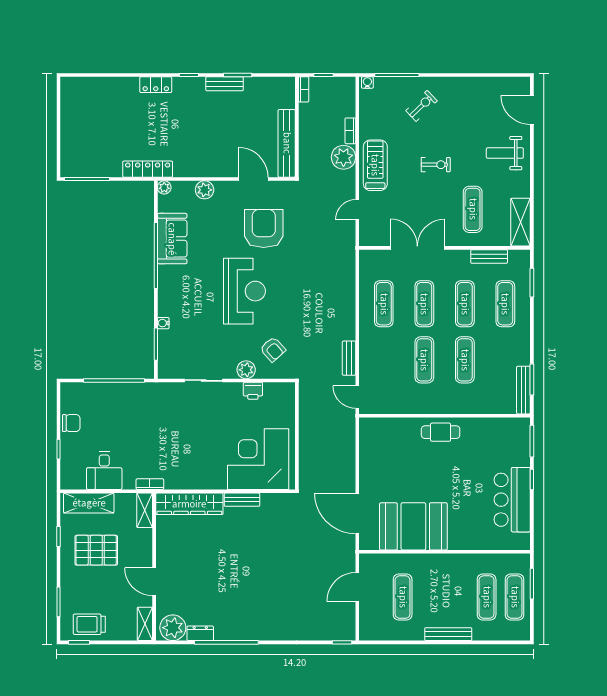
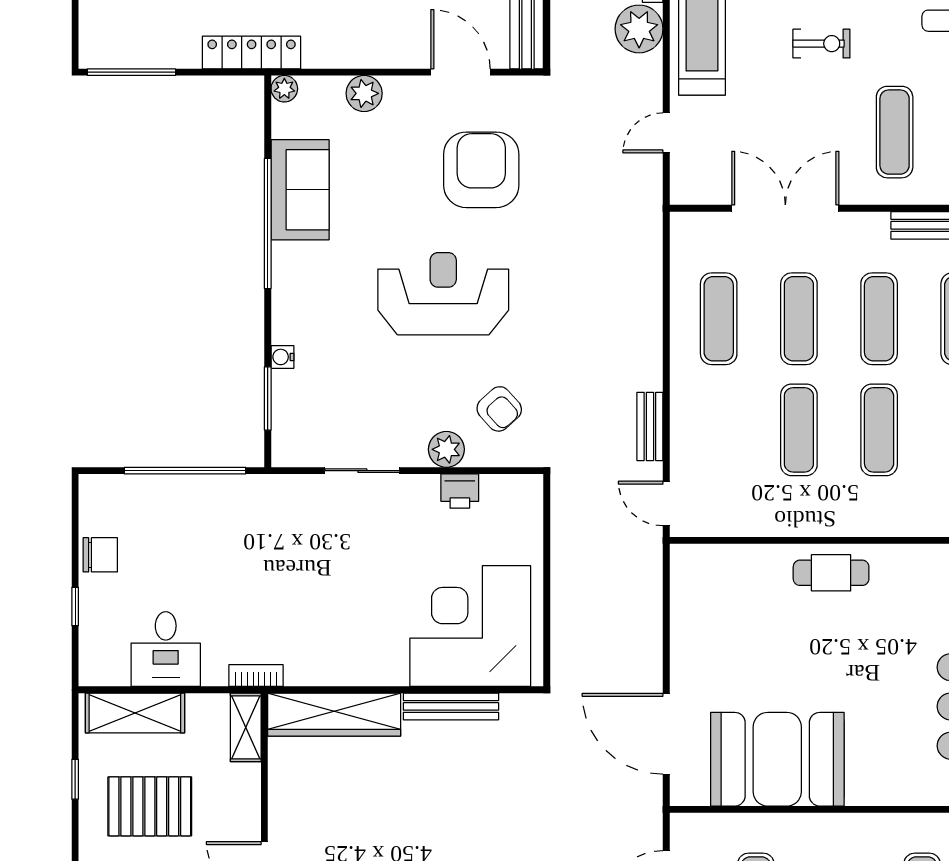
reception desk: (245, 291) -> (443, 294), turned -90
bench: (242, 500) -> (451, 706), width x1.36

